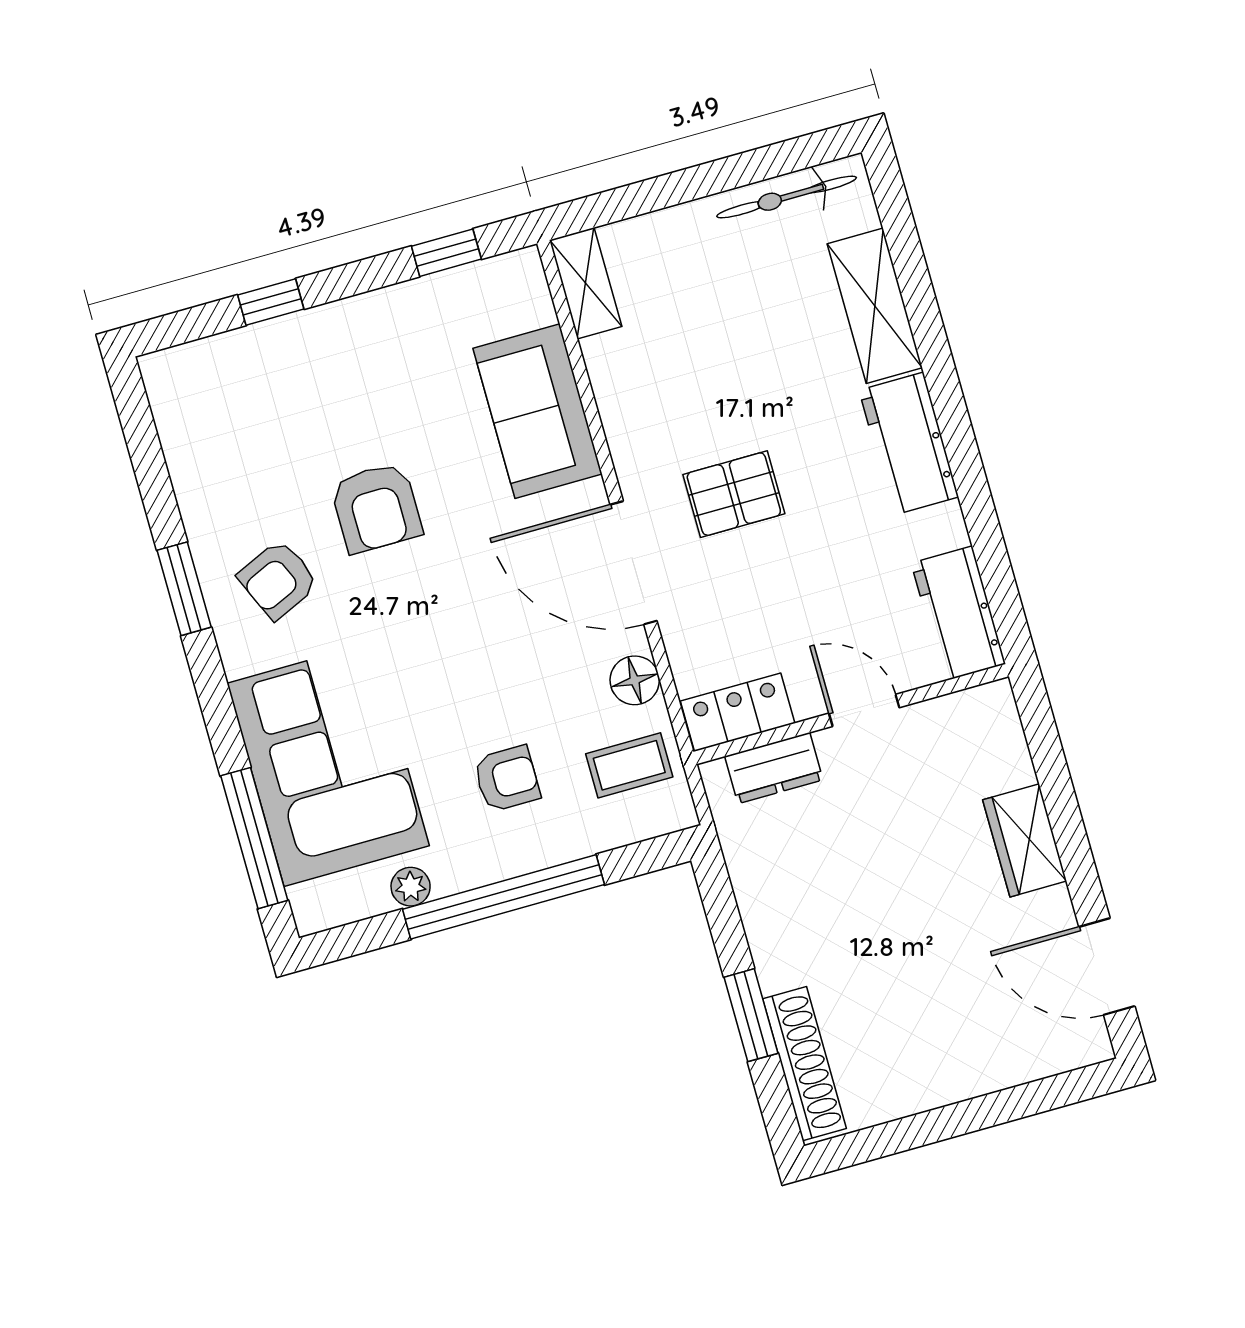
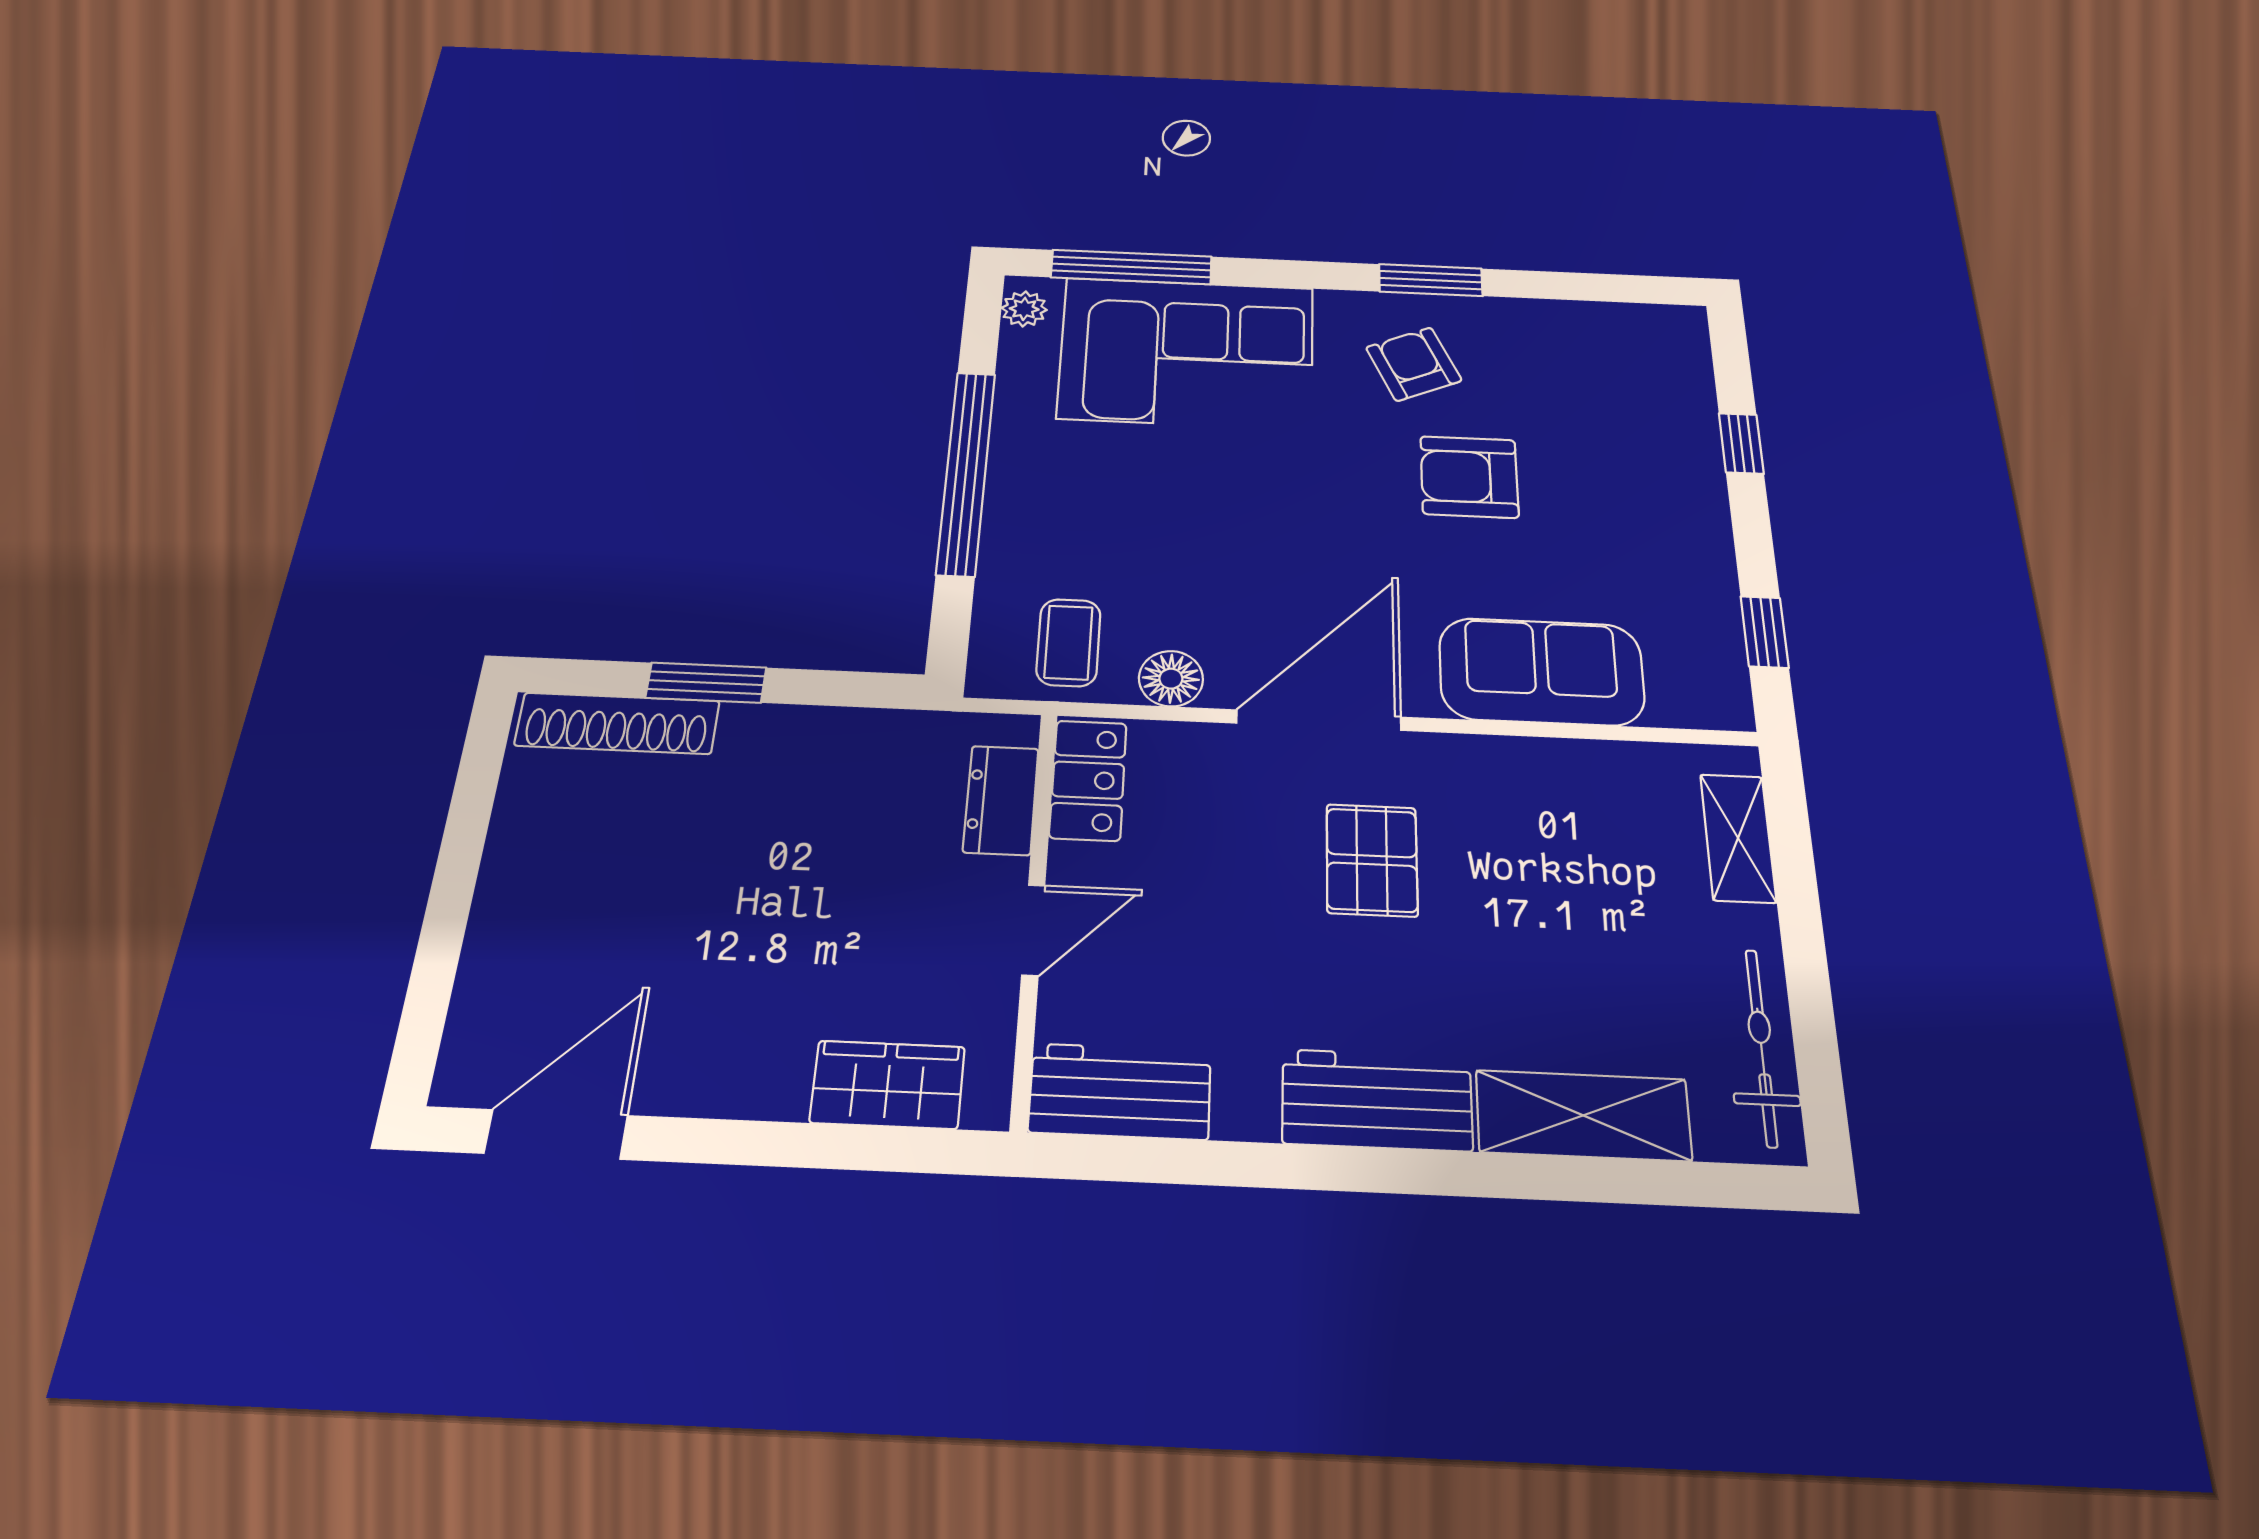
shelving: (586, 283) -> (1738, 838), moved, turned 90
armchair: (507, 779) -> (1103, 514), removed
wardrobe: (1025, 840) -> (888, 1085), moved
plant: (411, 887) -> (1024, 309), moved

